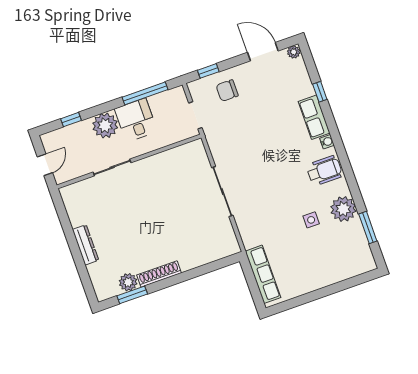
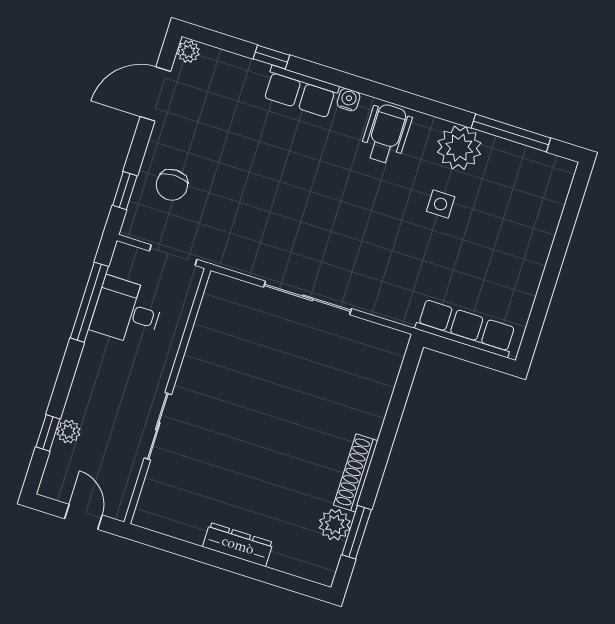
desk: (136, 120) -> (127, 311), moved
plant: (105, 125) -> (68, 432), moved, width x0.53, depth x0.53
window: (368, 227) -> (511, 133), width x1.44

